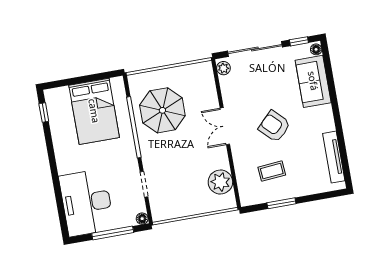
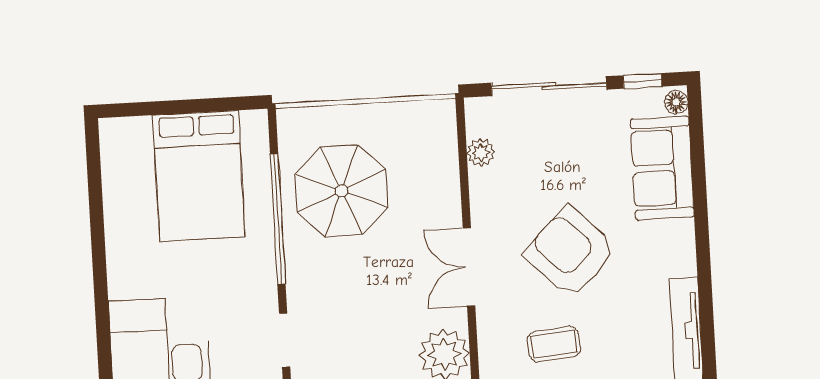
plant: (223, 68) -> (481, 152), moved
window: (44, 112) -> (94, 166), removed
double door: (225, 126) -> (469, 267), moved
armchair: (274, 126) -> (571, 252), width x1.36, depth x1.36

